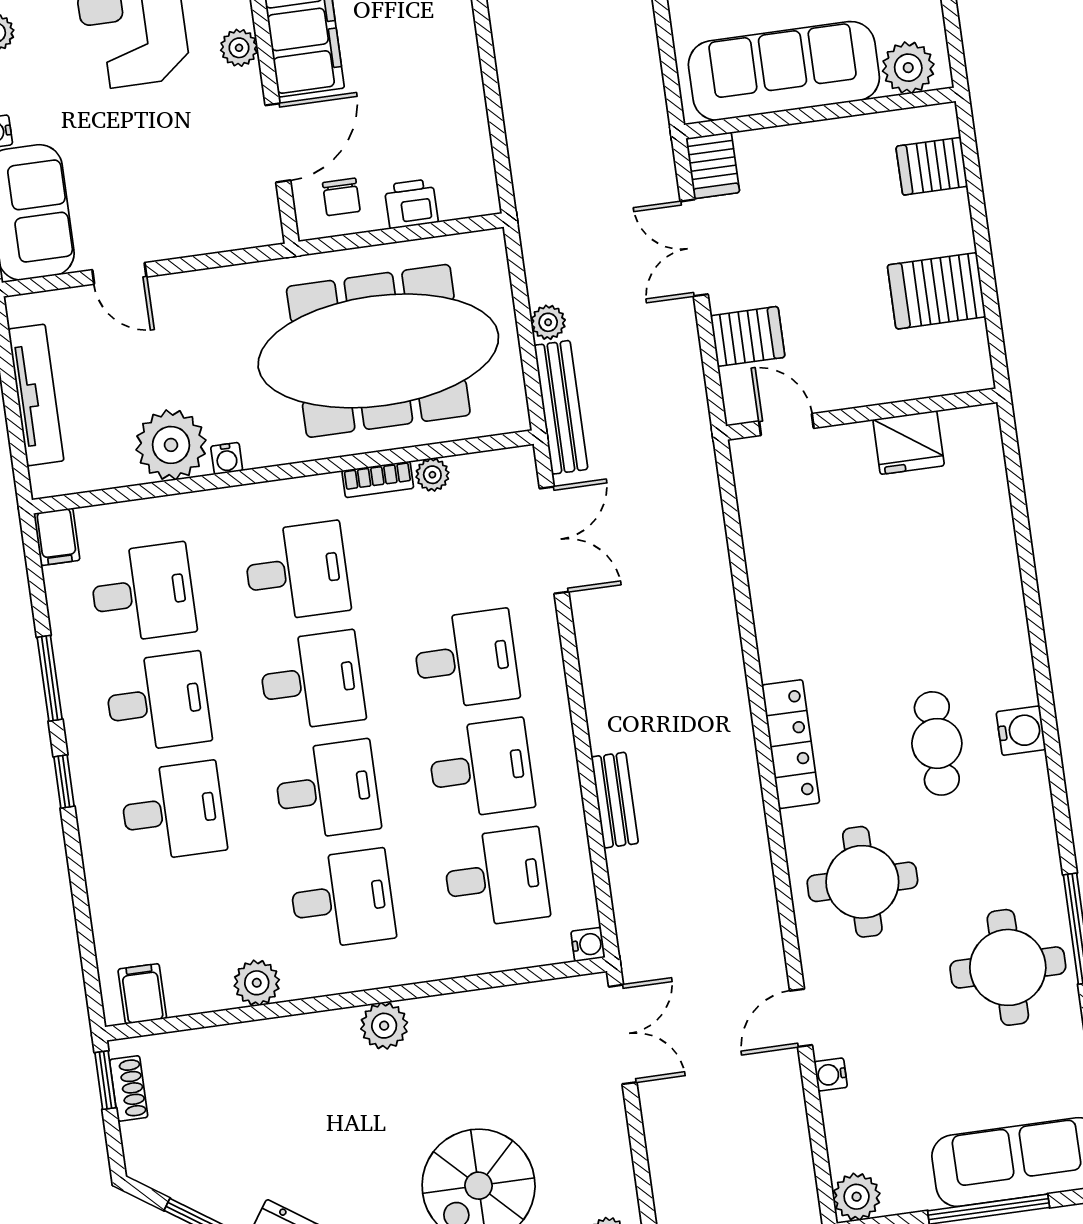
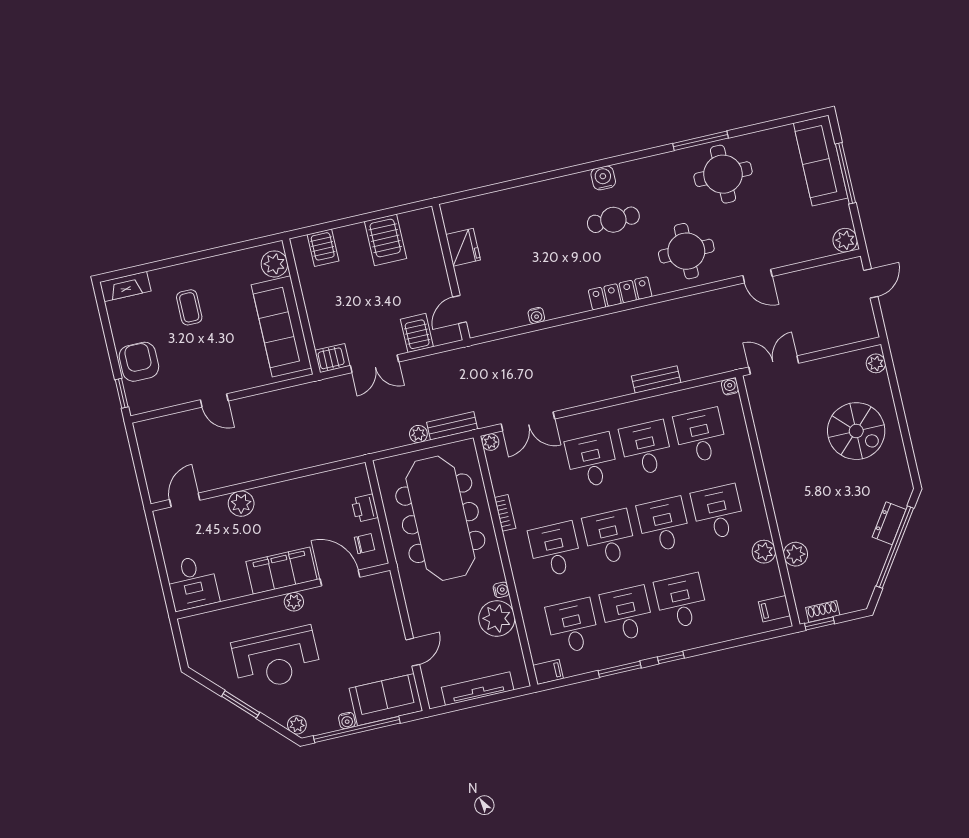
bench: (561, 407) -> (452, 426), width x0.73
plant: (432, 475) -> (490, 442), moved
double door: (554, 540) -> (528, 421), swing flipped
plant: (384, 1026) -> (796, 554), moved
water cooler: (831, 1075) -> (536, 316), moved

